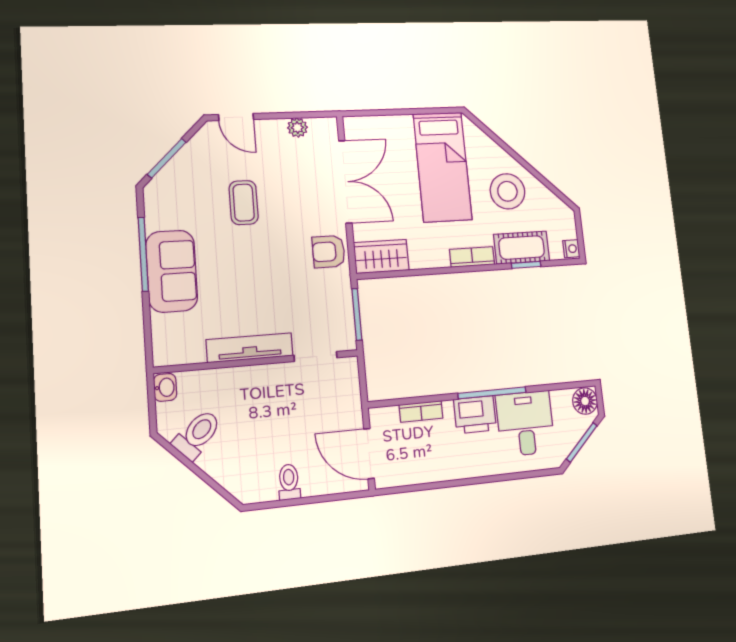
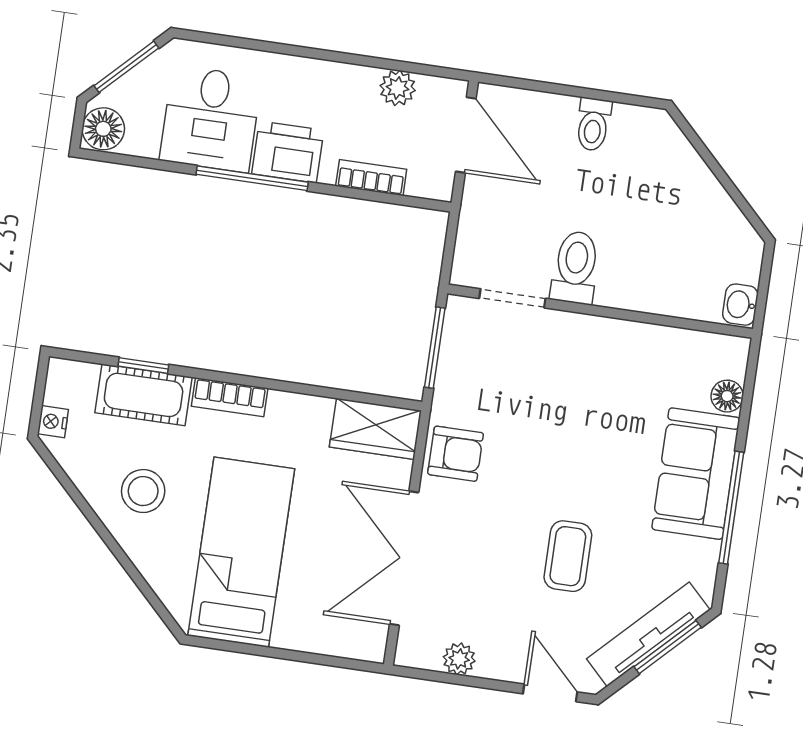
stool: (507, 191) -> (143, 491), width x0.73, depth x0.73
nightstand: (571, 249) -> (53, 422), moved
floor lamp: (161, 325) -> (727, 396), added
tv unit: (250, 348) -> (648, 634), moved, turned 135
toilet: (197, 434) -> (575, 267), moved, turned 135
plant: (418, 473) -> (398, 88), added

